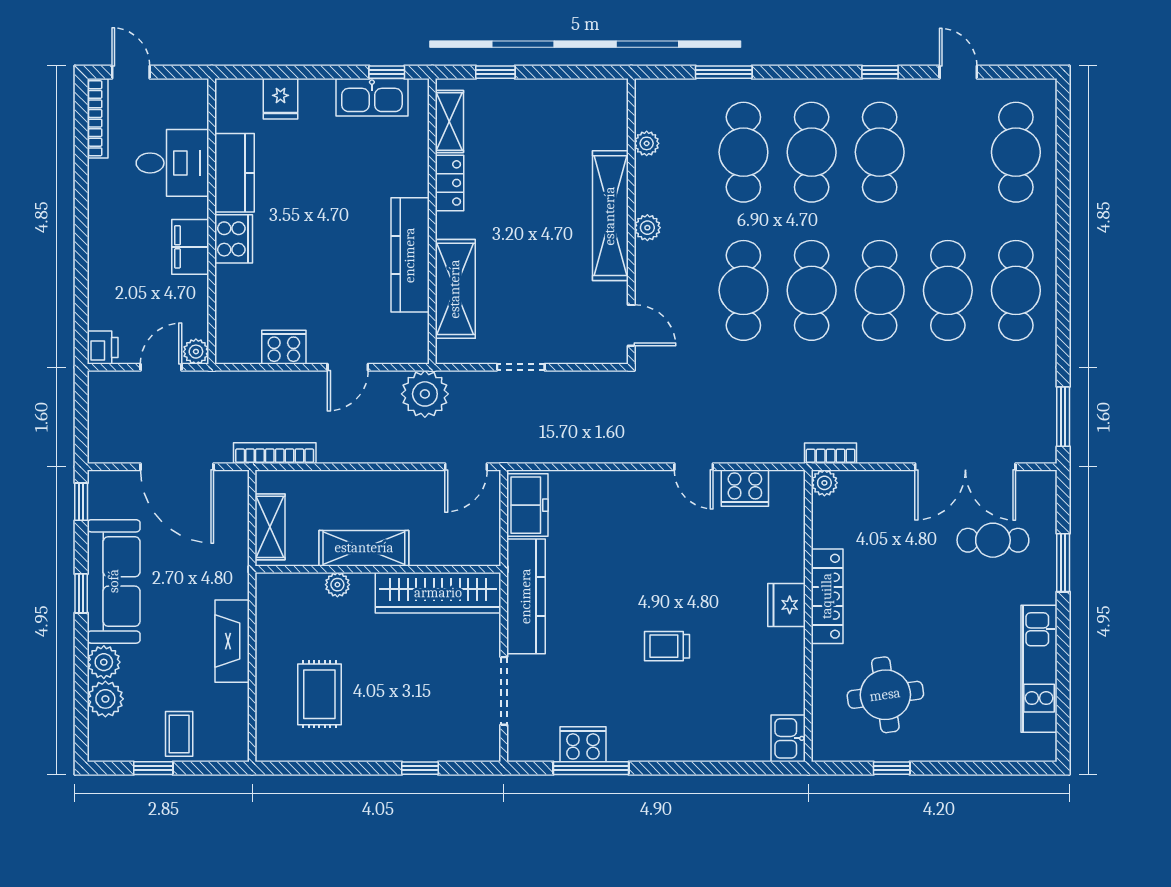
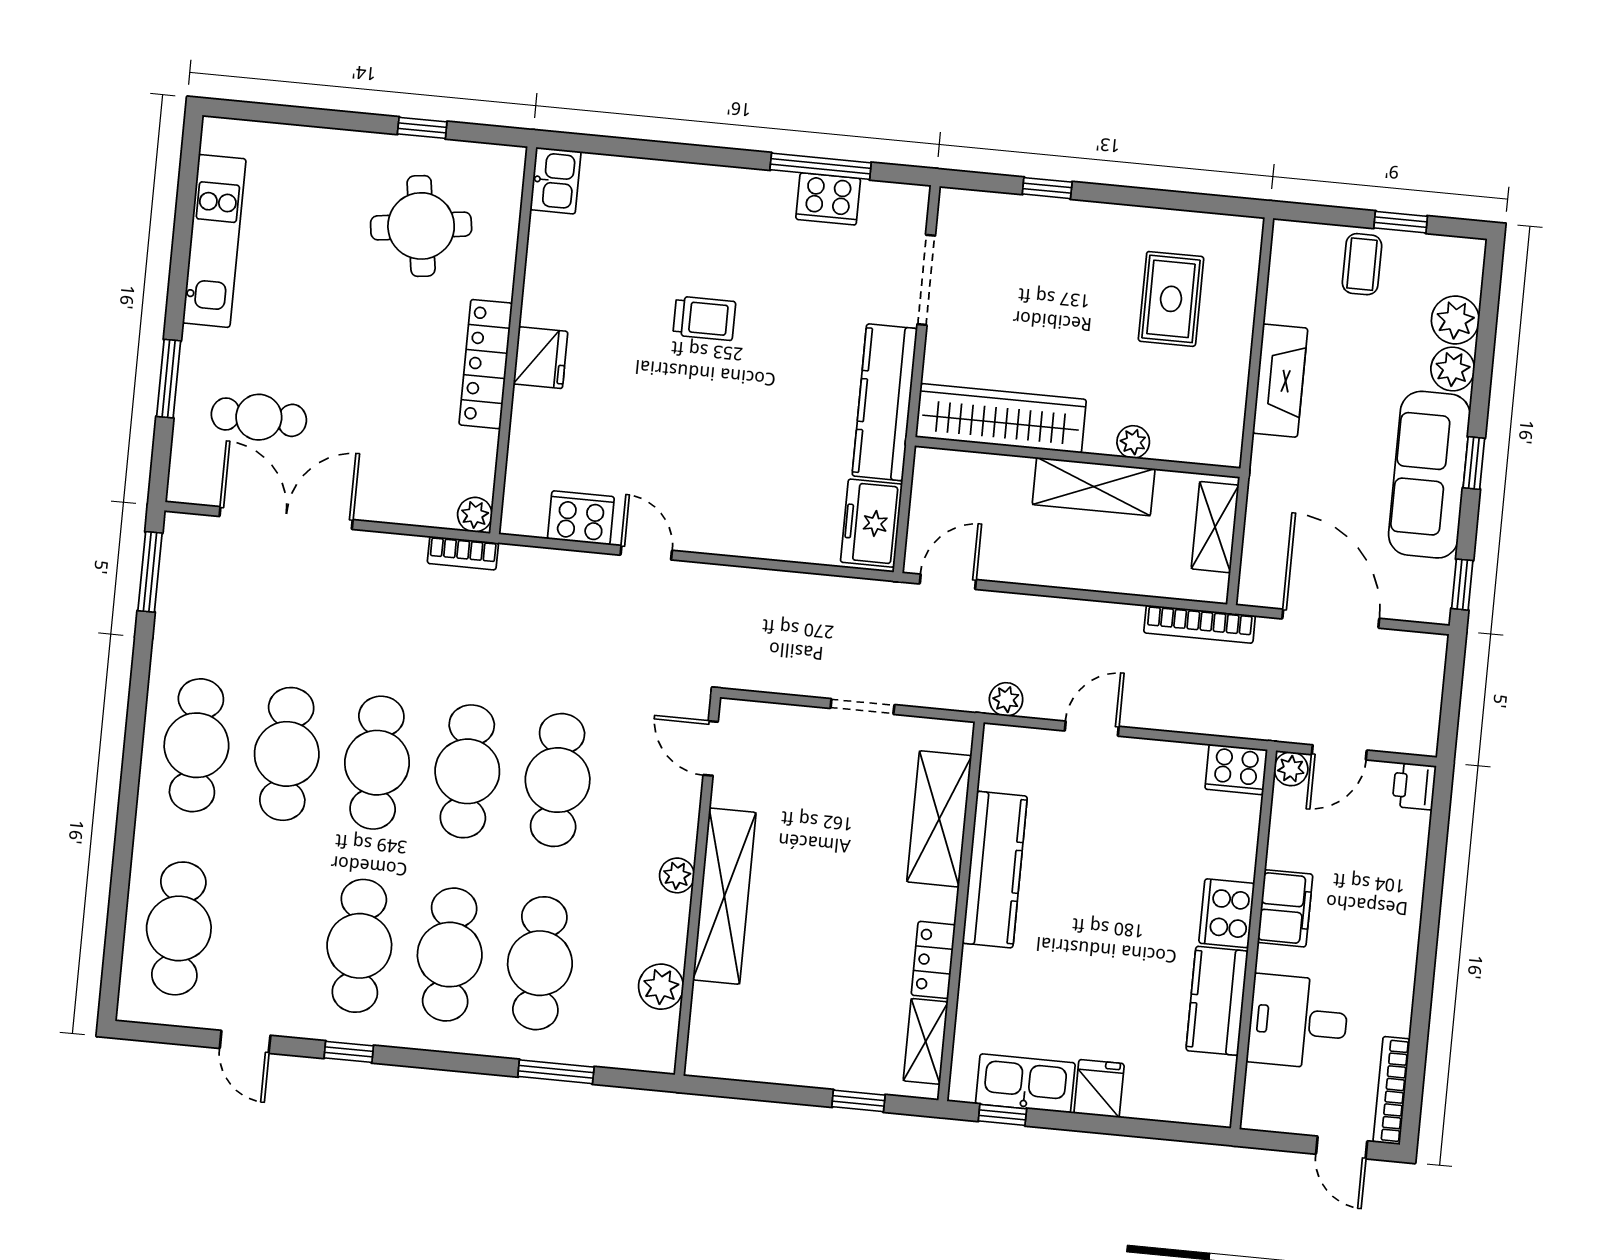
fridge: (280, 99) -> (1099, 1089), moved
plant: (647, 143) -> (661, 987), width x1.38, depth x1.38
cooker: (284, 347) -> (1236, 769), moved
plant: (425, 394) -> (1006, 699), width x0.53, depth x0.53

